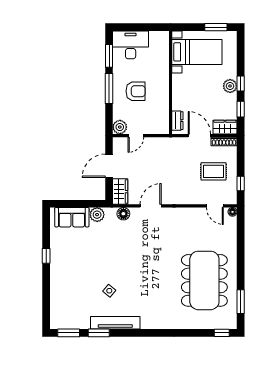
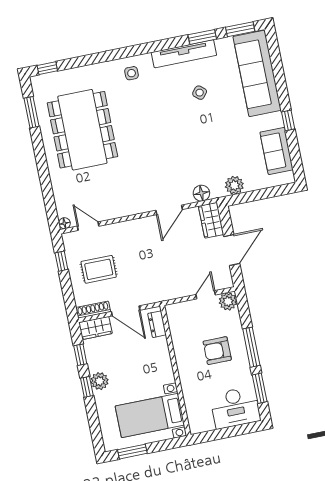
sofa: (72, 217) -> (277, 151), moved, turned -90
sofa: (62, 297) -> (257, 73), added
side table: (158, 316) -> (132, 73), added

